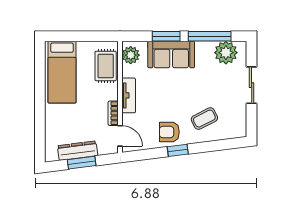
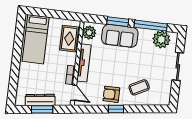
tv unit: (129, 95) -> (84, 63), width x1.41

